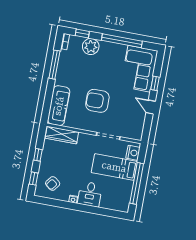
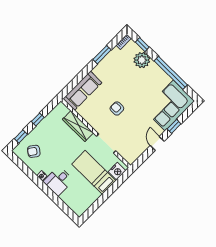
window: (54, 65) -> (102, 55), width x0.69
armchair: (97, 101) -> (117, 108), width x0.53, depth x0.53
wardrobe: (62, 135) -> (78, 126), moved
window: (137, 183) -> (103, 198), removed

